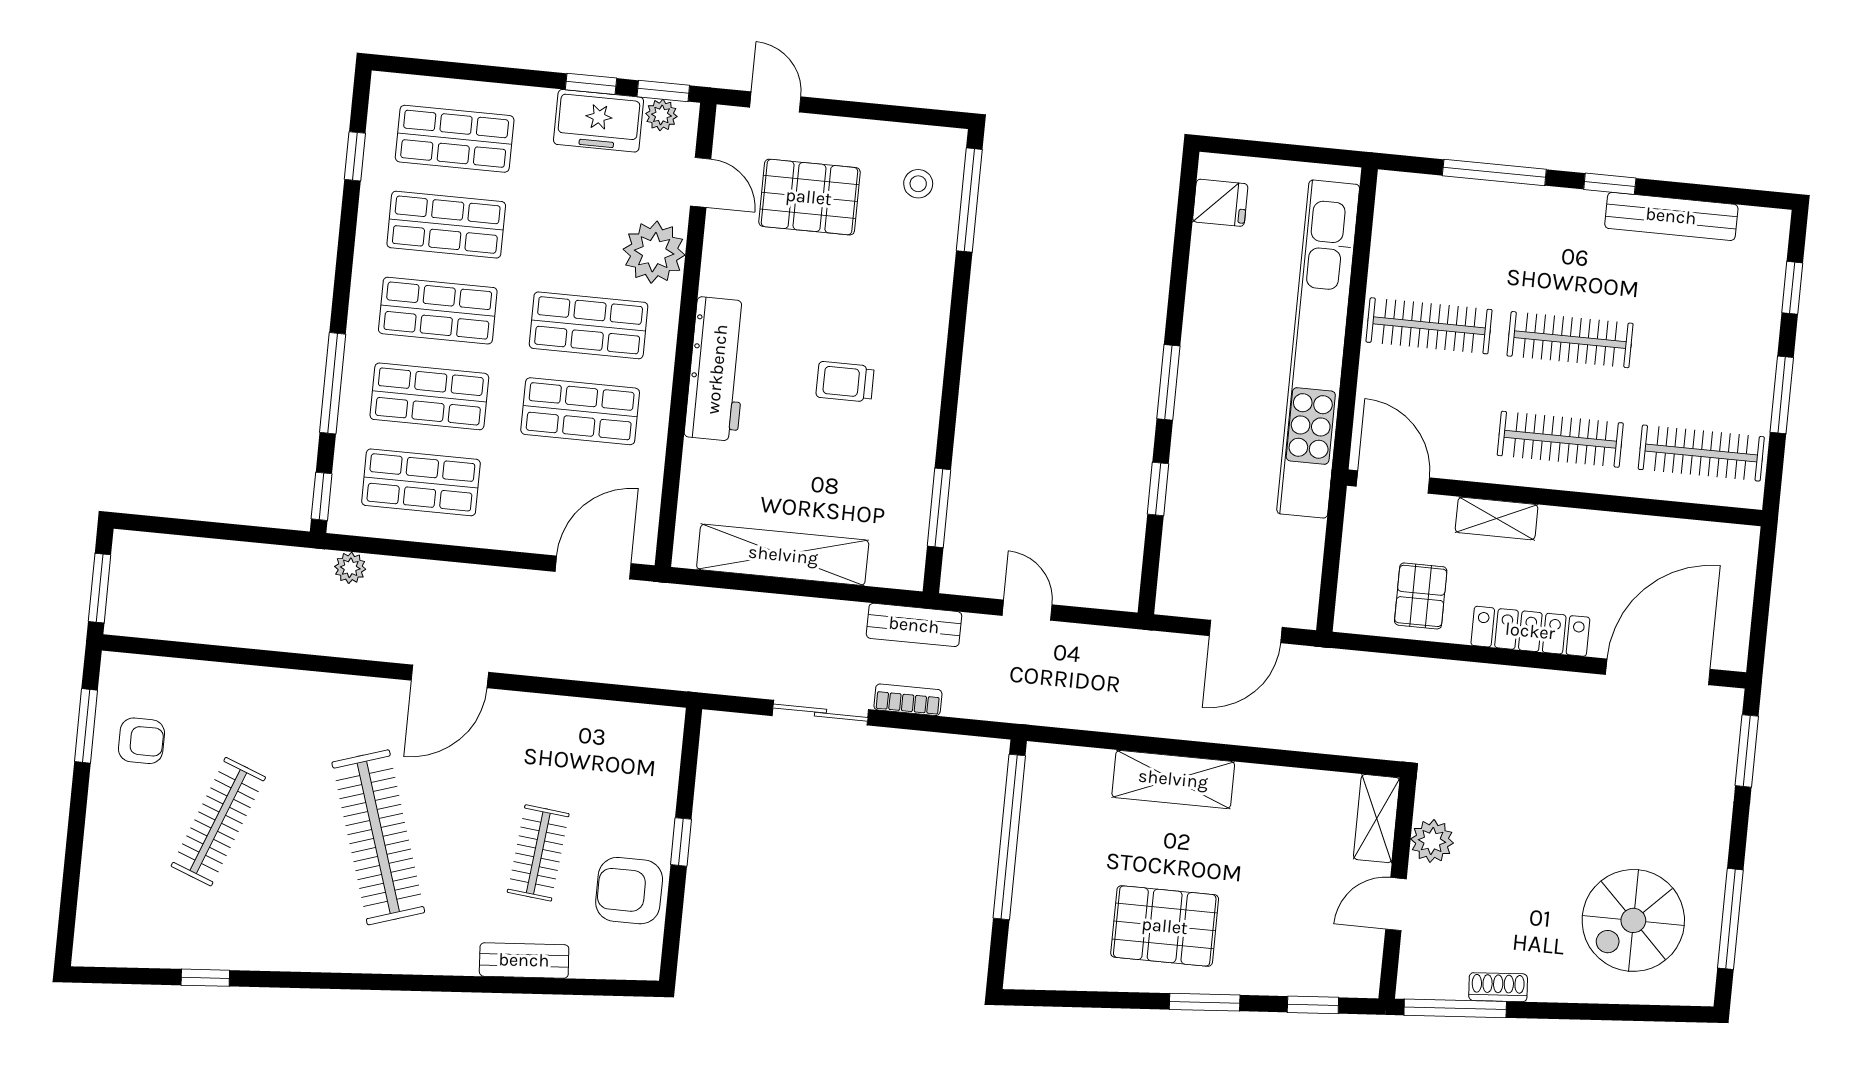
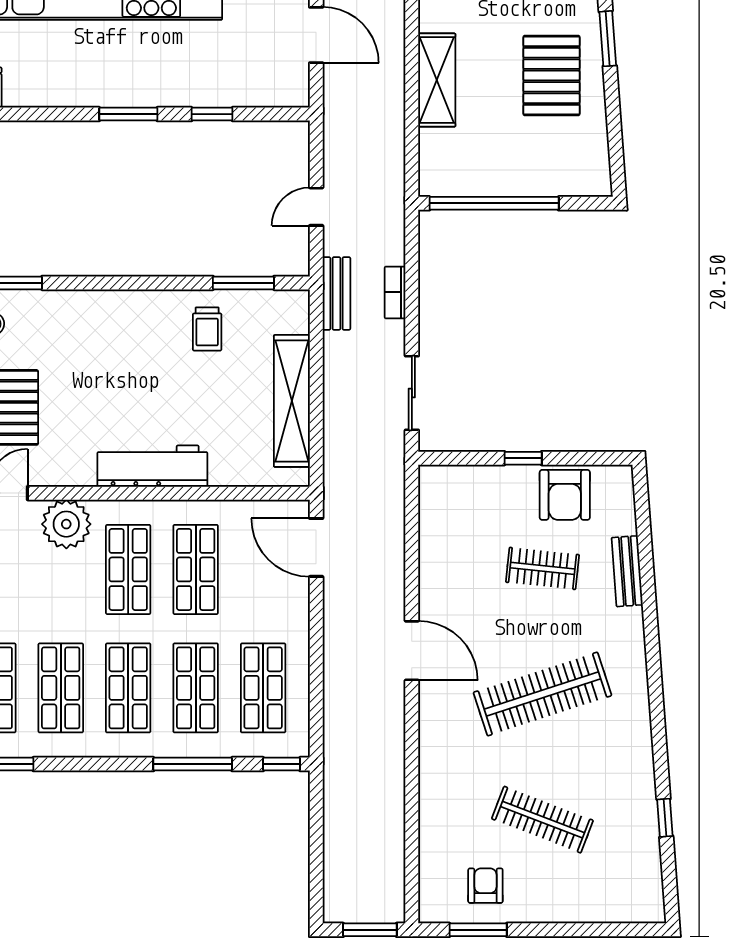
trolley: (845, 382) -> (207, 329), moved
plant: (350, 568) -> (335, 736), removed
sliding door: (820, 713) -> (412, 393), moved

